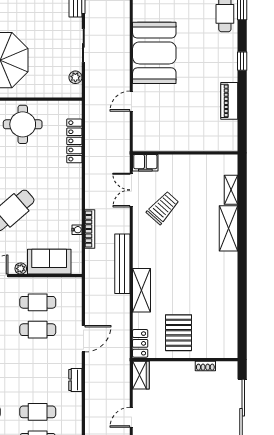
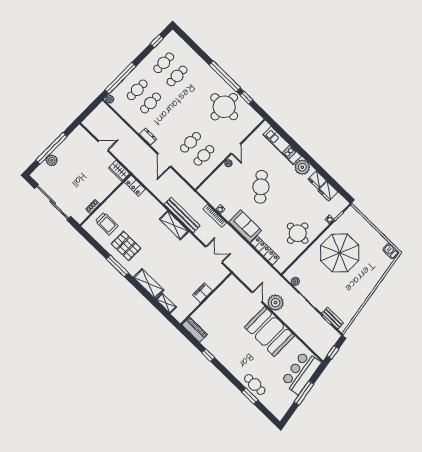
window: (242, 61) -> (208, 355), moved
plant: (118, 76) -> (276, 303), added
piano: (229, 101) -> (195, 330), moved
filing cabinet: (145, 163) -> (202, 293), moved
trolley: (163, 208) -> (107, 224), moved, turned -42
sofa: (49, 262) -> (245, 226), moved, turned -90
window: (242, 279) -> (117, 266), added
shelving: (142, 290) -> (174, 225), moved
pallet: (179, 333) -> (126, 246), moved
door: (131, 417) -> (103, 146), hinge flipped

